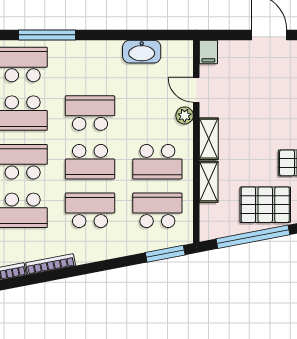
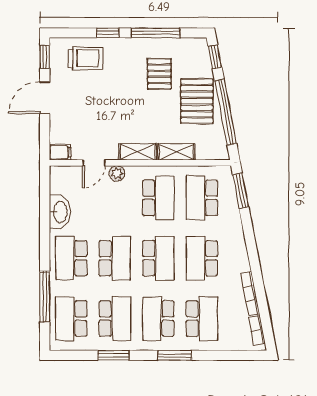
school desk: (90, 64) -> (71, 258), added
school desk: (90, 113) -> (115, 258), turned 180

